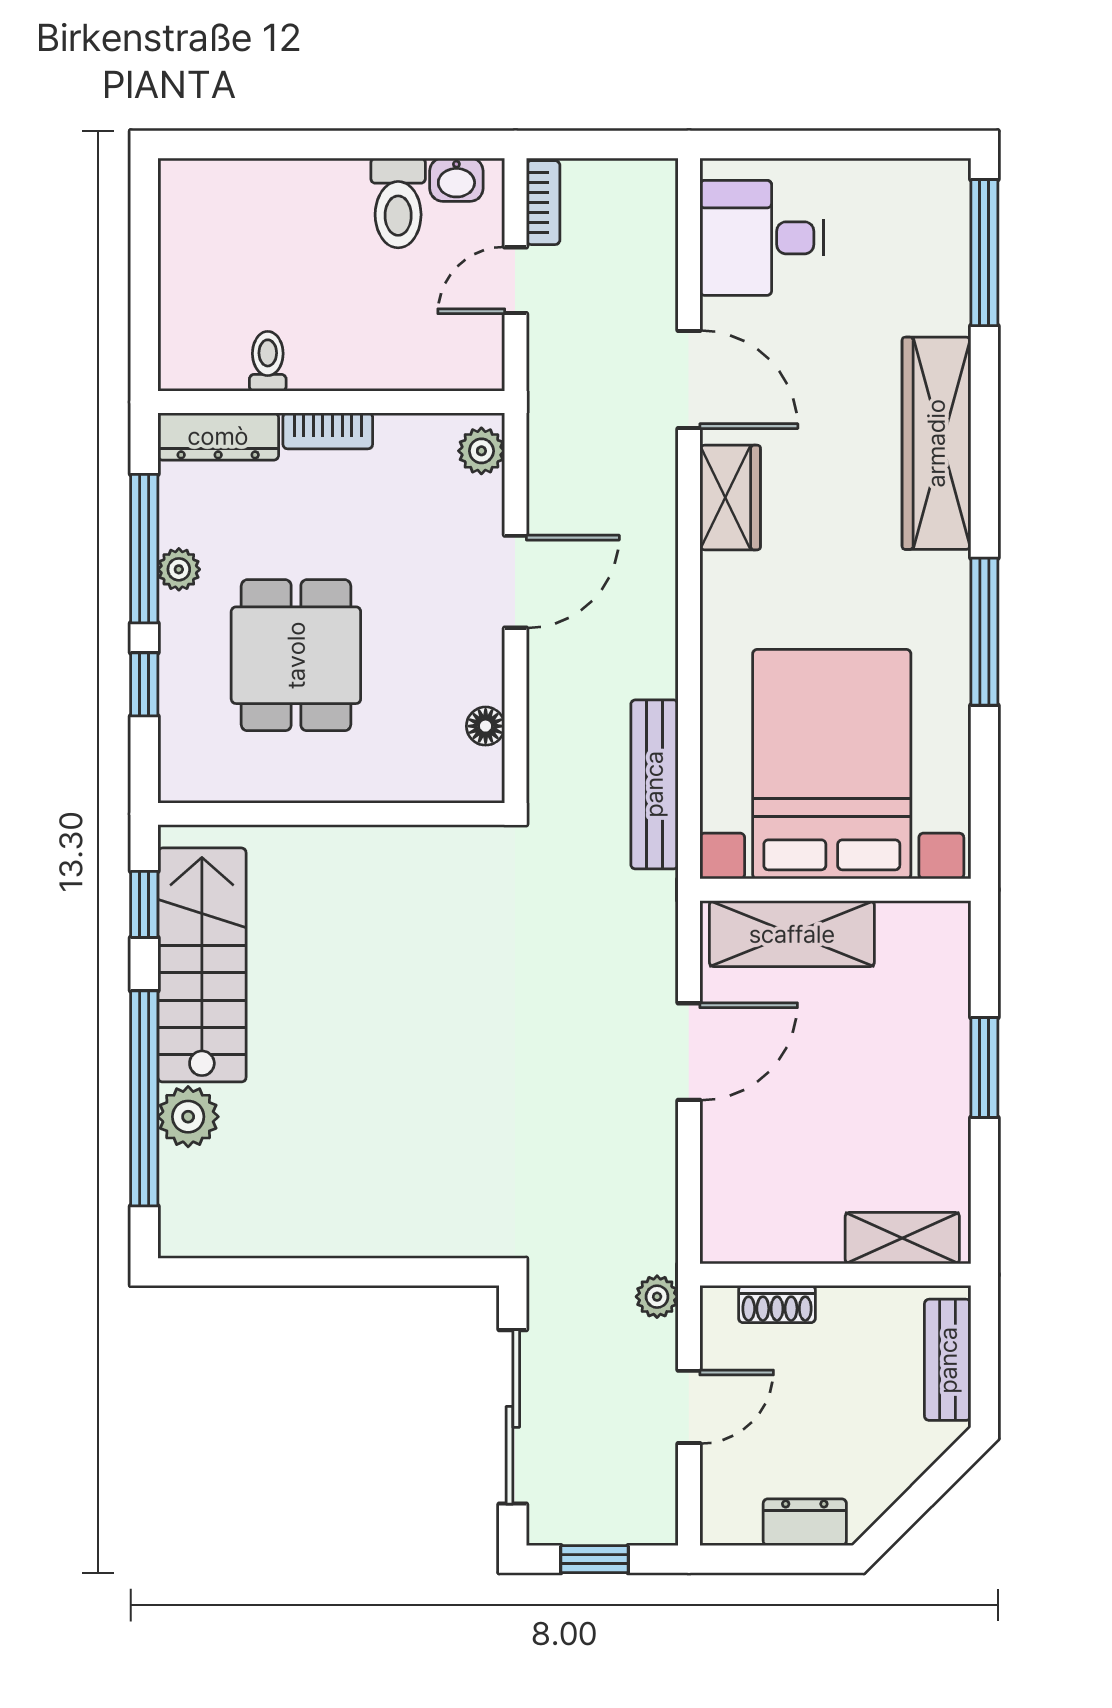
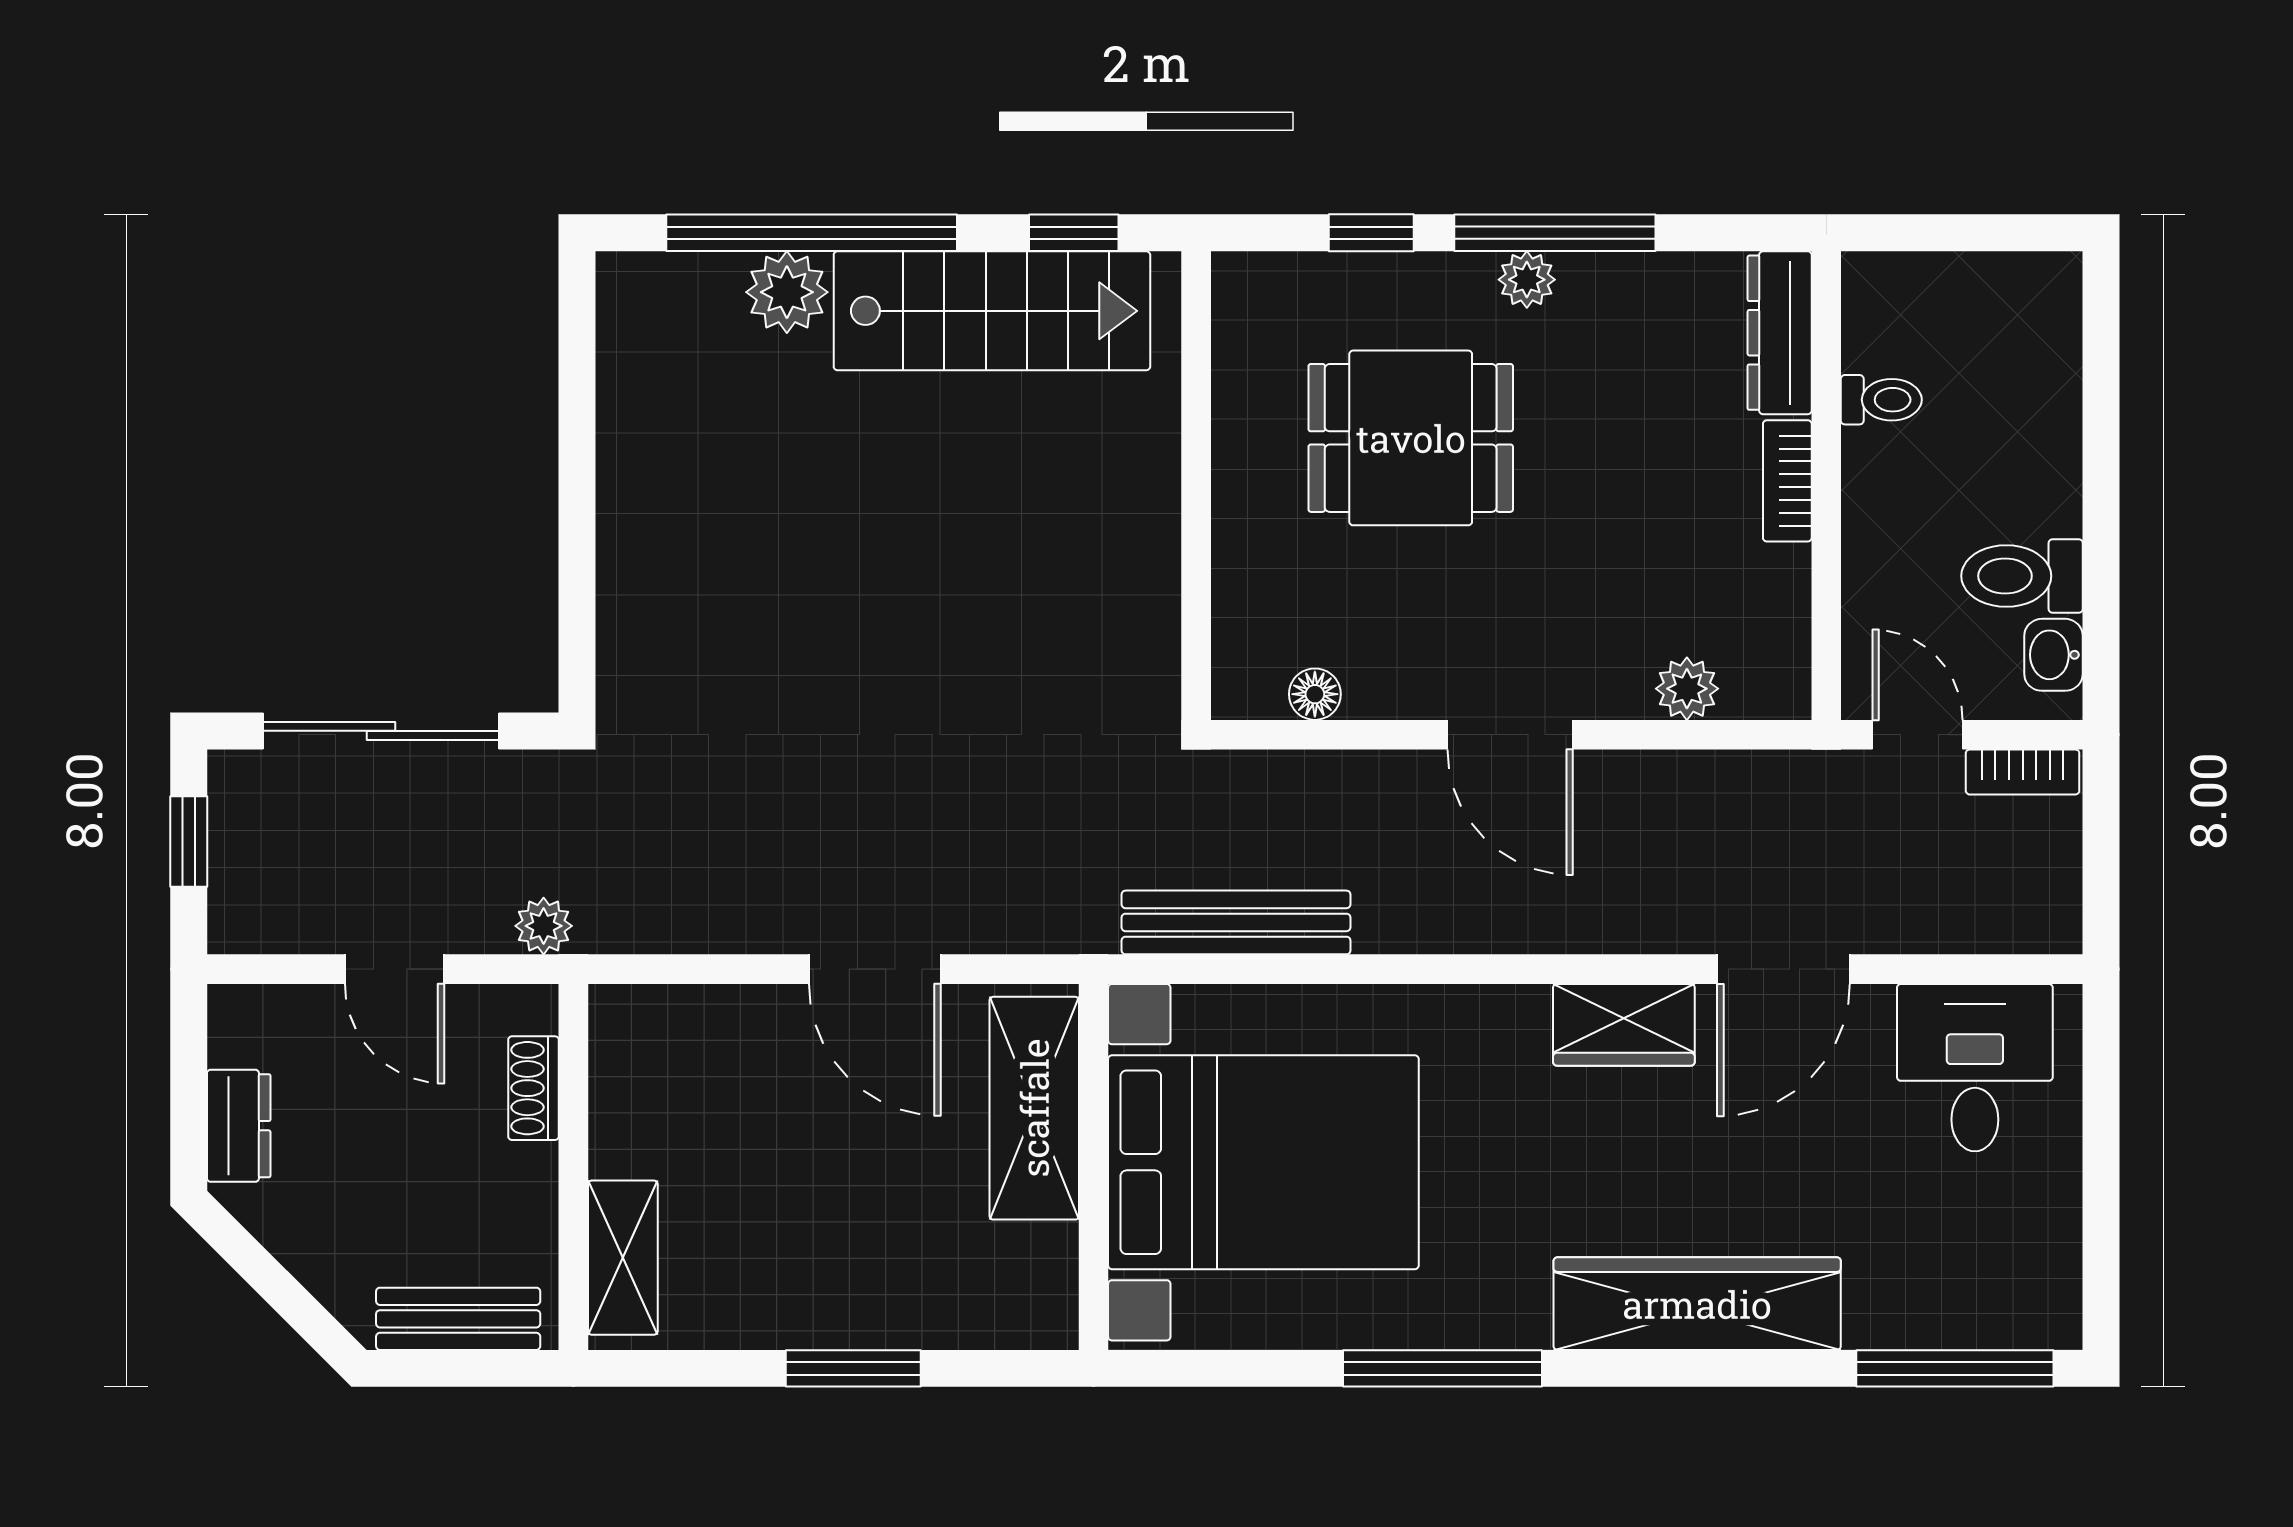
toilet: (268, 361) -> (1881, 400), moved
wall: (331, 402) -> (1826, 486), moved
bookcase: (328, 431) -> (1787, 481), moved
dresser: (218, 436) -> (1780, 333), moved

